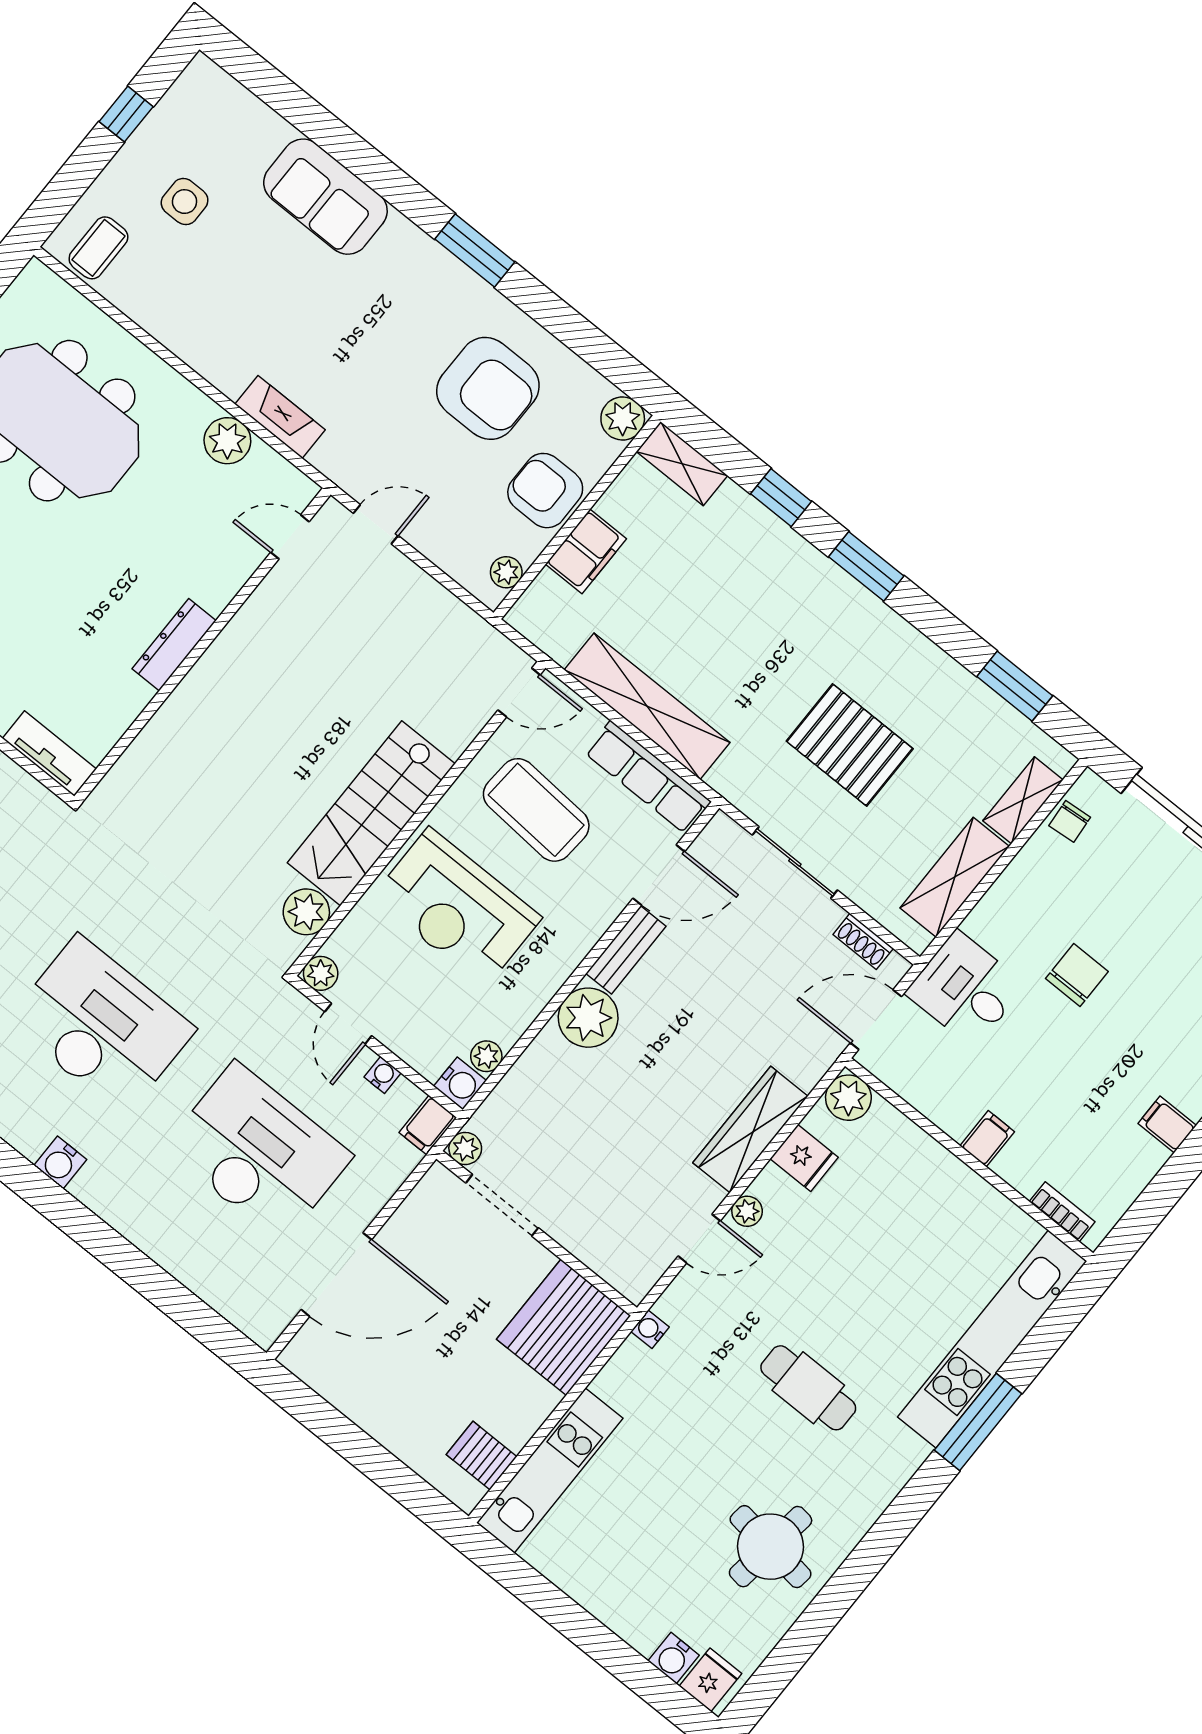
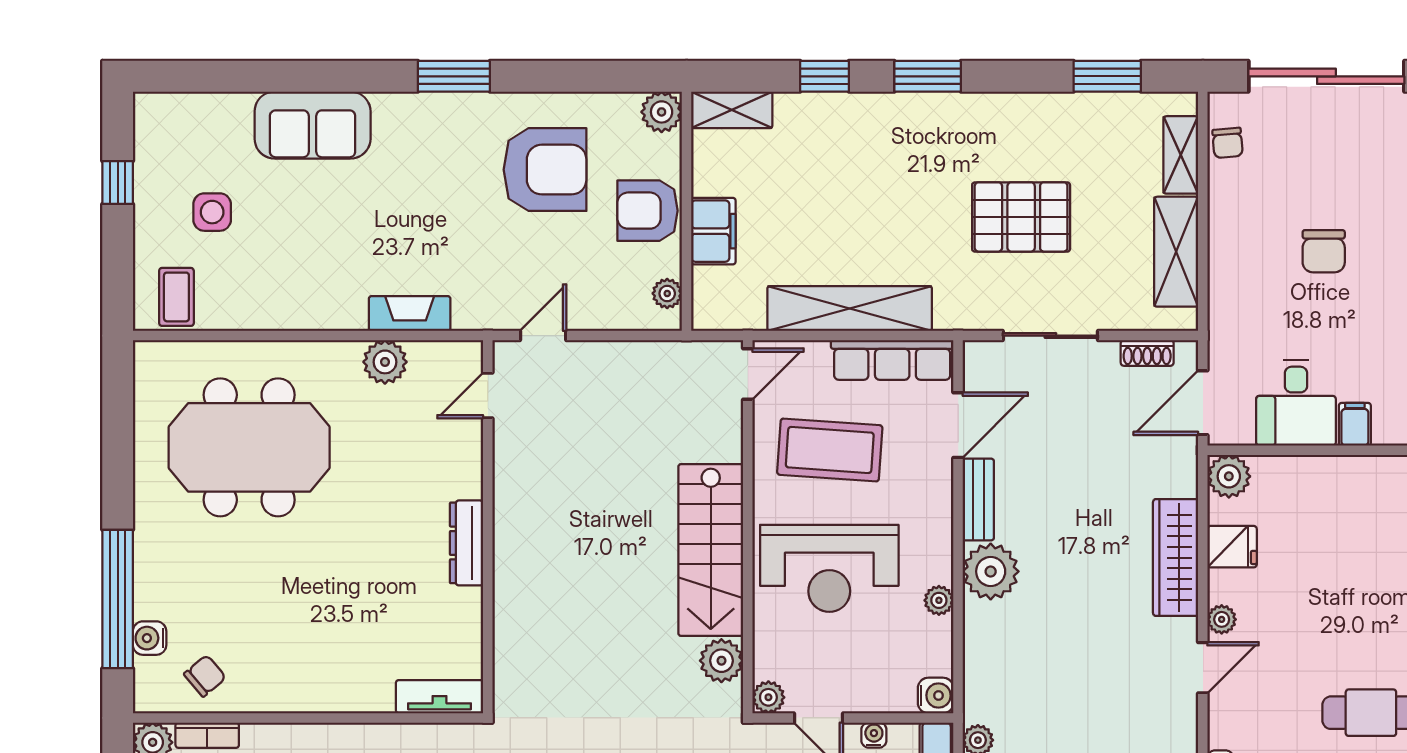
chair: (1077, 975) -> (1324, 251), turned 180
desk: (965, 989) -> (1296, 403), moved, turned -90
plant: (486, 1056) -> (939, 600), moved

